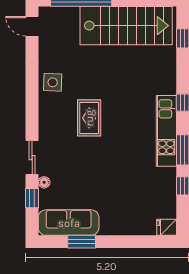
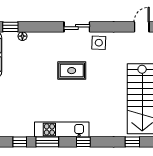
sliding door: (32, 158) -> (77, 27), moved

